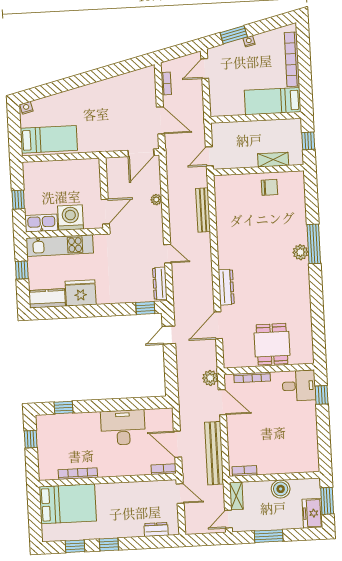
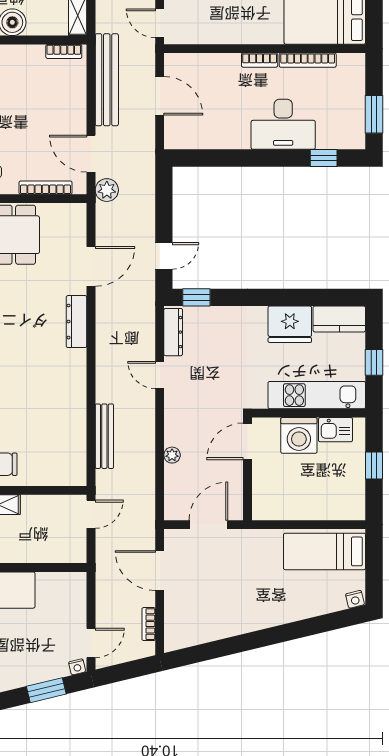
nightstand: (249, 41) -> (77, 667), moved
door: (141, 153) -> (208, 525), moved
kitchen sink: (41, 223) -> (336, 430), width x0.73
desk: (123, 427) -> (283, 124), moved
window: (31, 439) -> (374, 114), width x1.50
bookcase: (164, 469) -> (260, 60), moved

